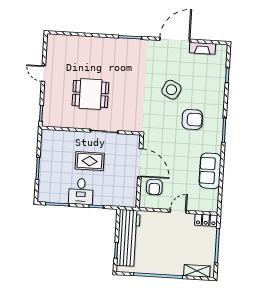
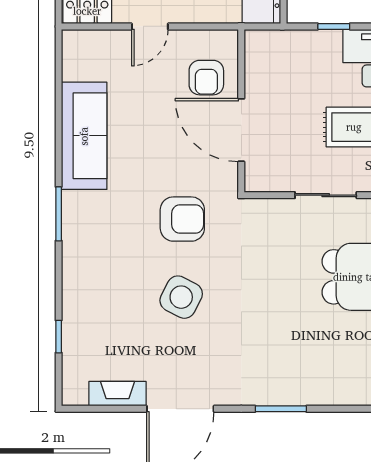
armchair: (192, 119) -> (182, 219), moved, turned 180
sofa: (210, 171) -> (84, 136), width x1.36
armchair: (154, 187) -> (206, 78), turned 180

